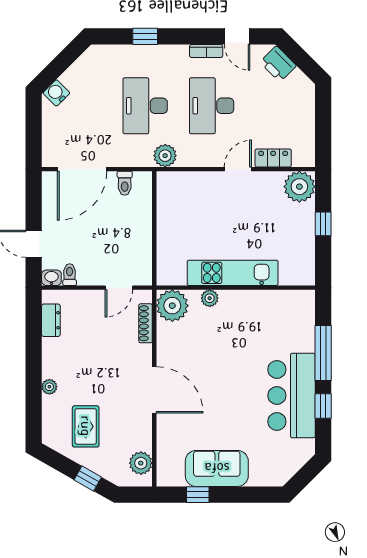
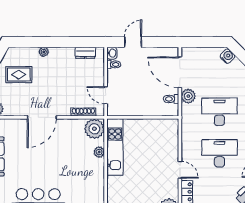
plant: (165, 156) -> (188, 96), moved
kitchen unit: (233, 273) -> (115, 147), moved

